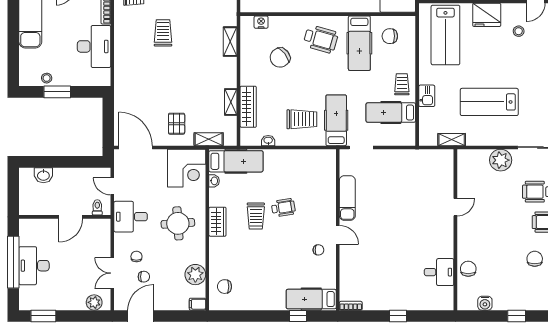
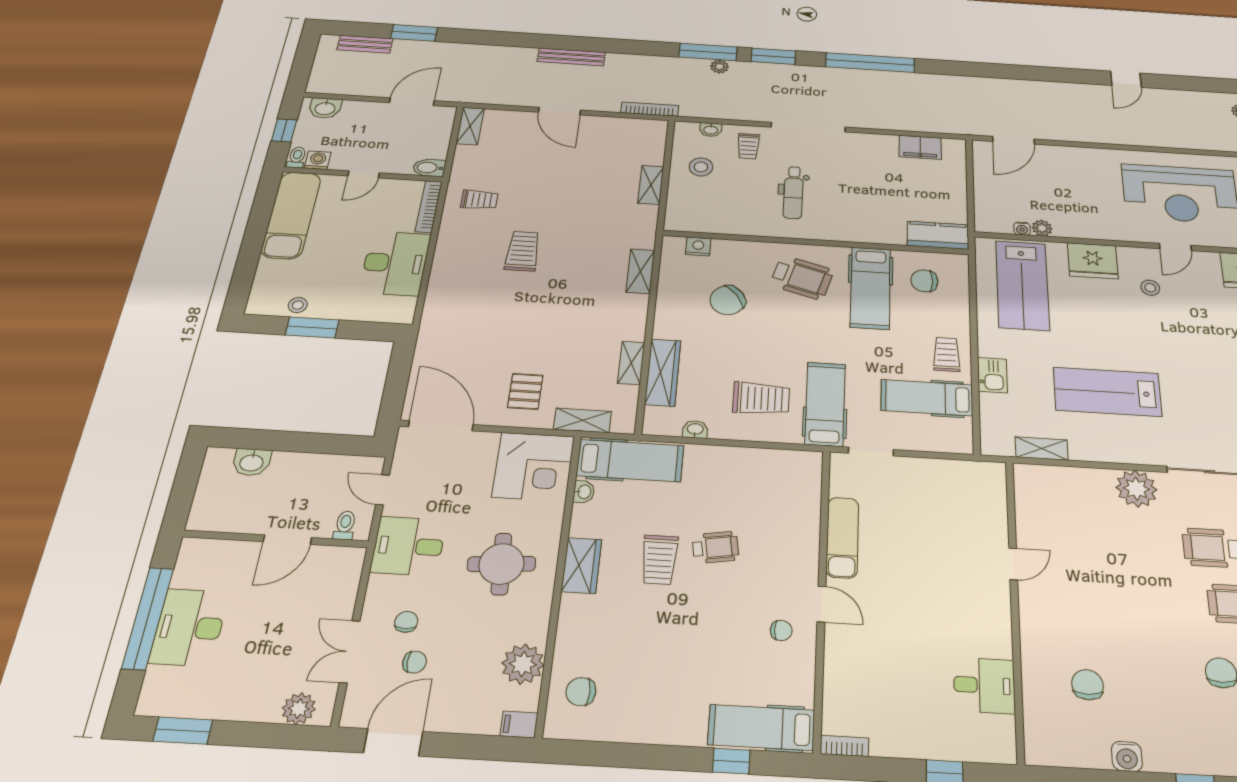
door: (455, 207) -> (1013, 564), moved
wall: (455, 230) -> (1015, 606), moved
desk: (439, 272) -> (984, 685), moved

